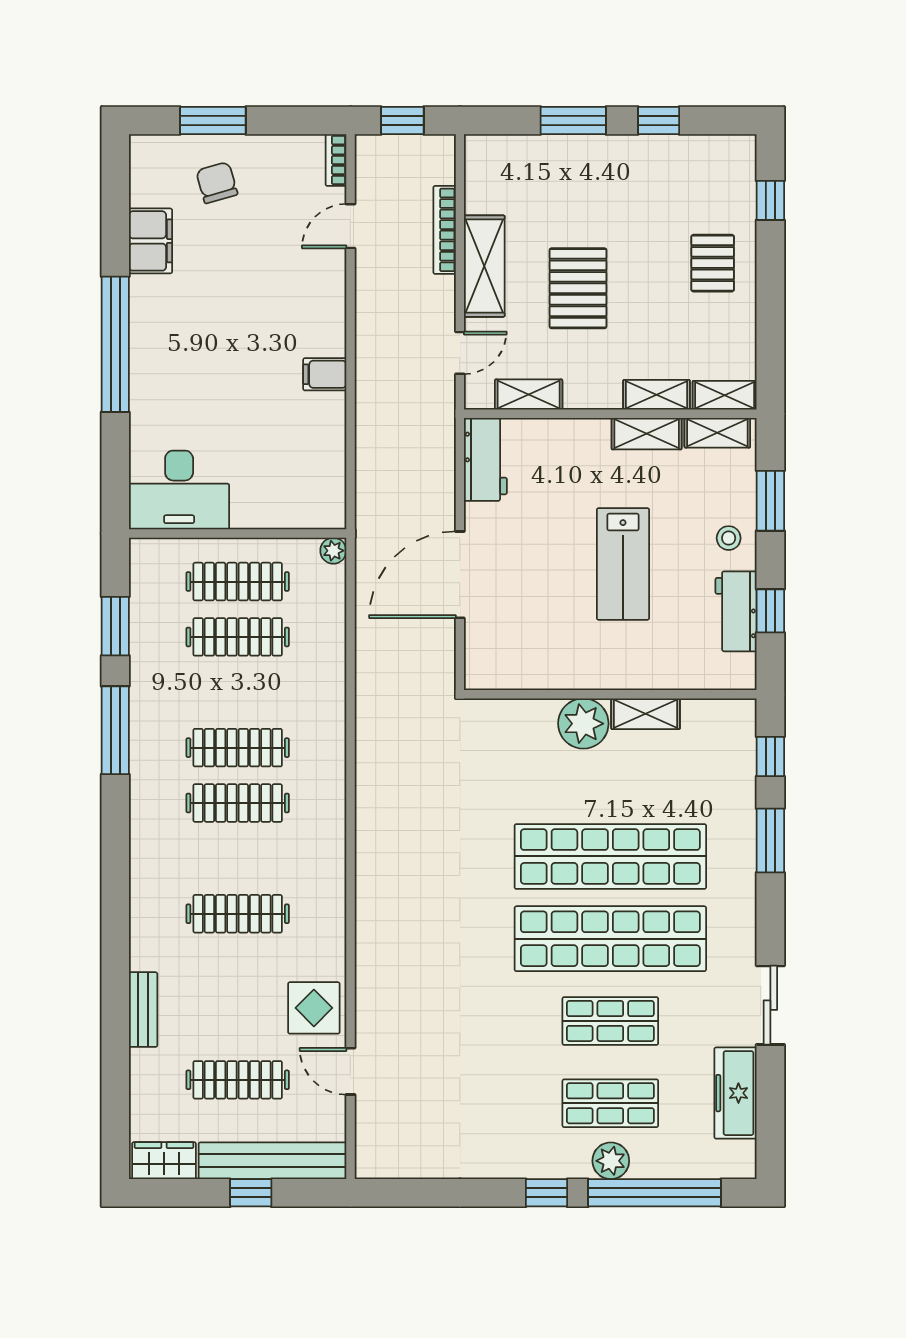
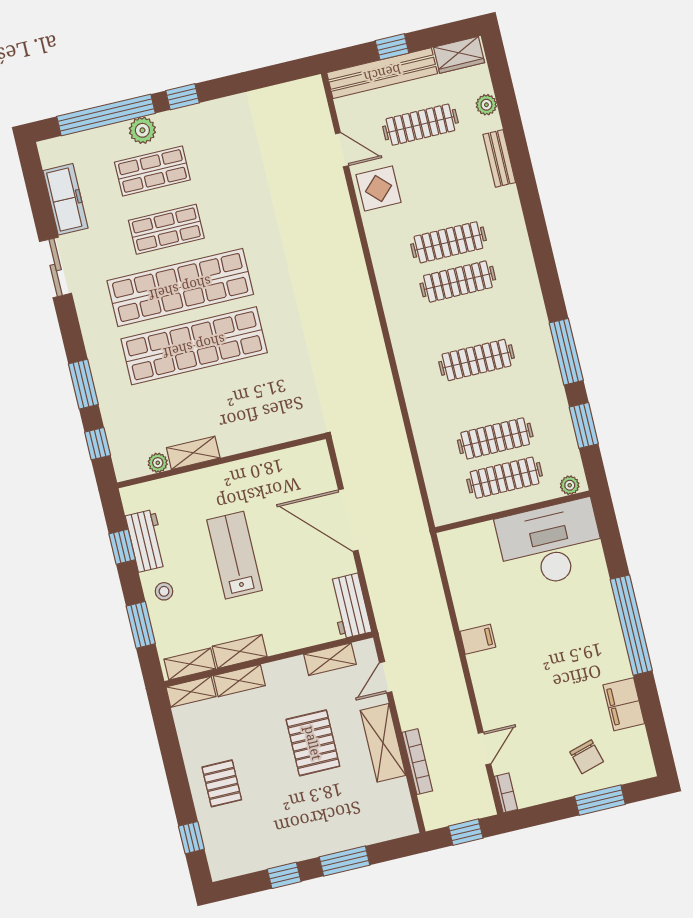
desk: (179, 490) -> (551, 544), width x1.36, depth x1.30
plant: (333, 551) -> (570, 485), moved
door: (460, 575) -> (348, 520), swing flipped
plant: (583, 724) -> (158, 463), moved, width x0.53, depth x0.53
clothes rail: (238, 803) -> (458, 282), moved
plant: (143, 1085) -> (486, 105), added

